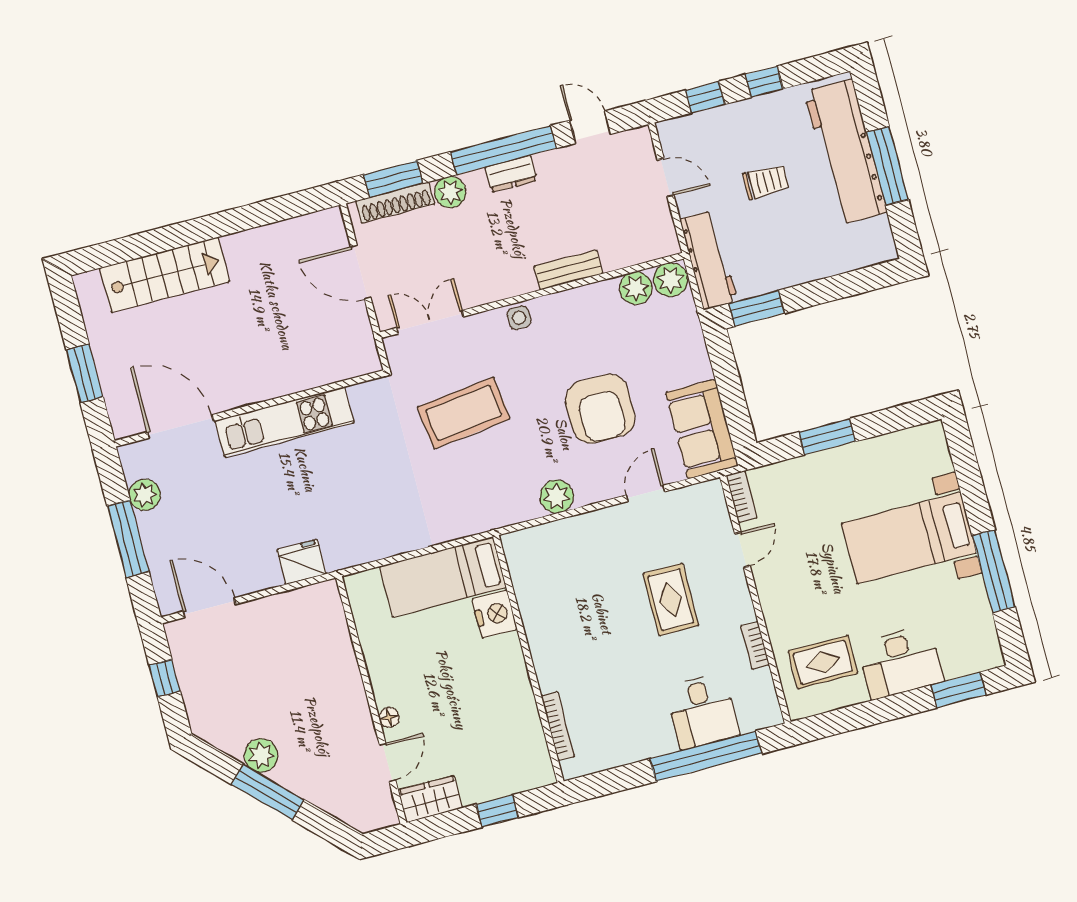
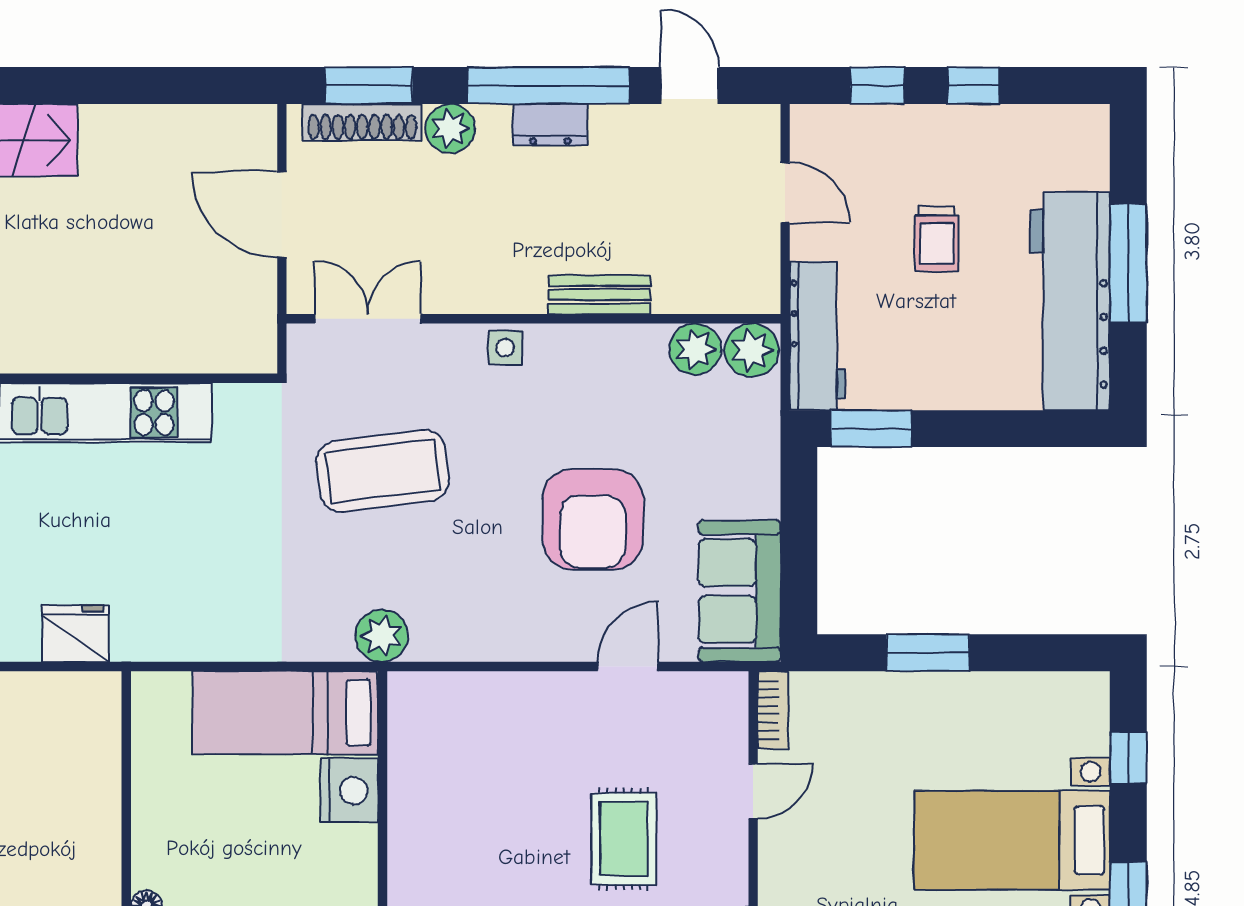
workbench: (846, 152) -> (1070, 301), moved
trolley: (766, 182) -> (937, 239), turned 90
window: (967, 469) -> (1128, 758), added
plant: (557, 496) -> (382, 636), moved

